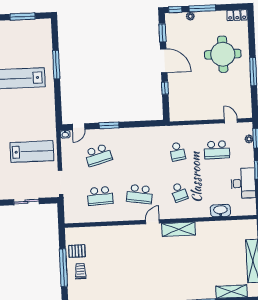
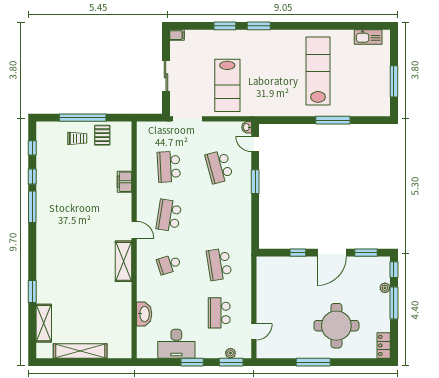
school desk: (177, 152) -> (219, 264), width x1.85
filing cabinet: (114, 231) -> (124, 182), added

